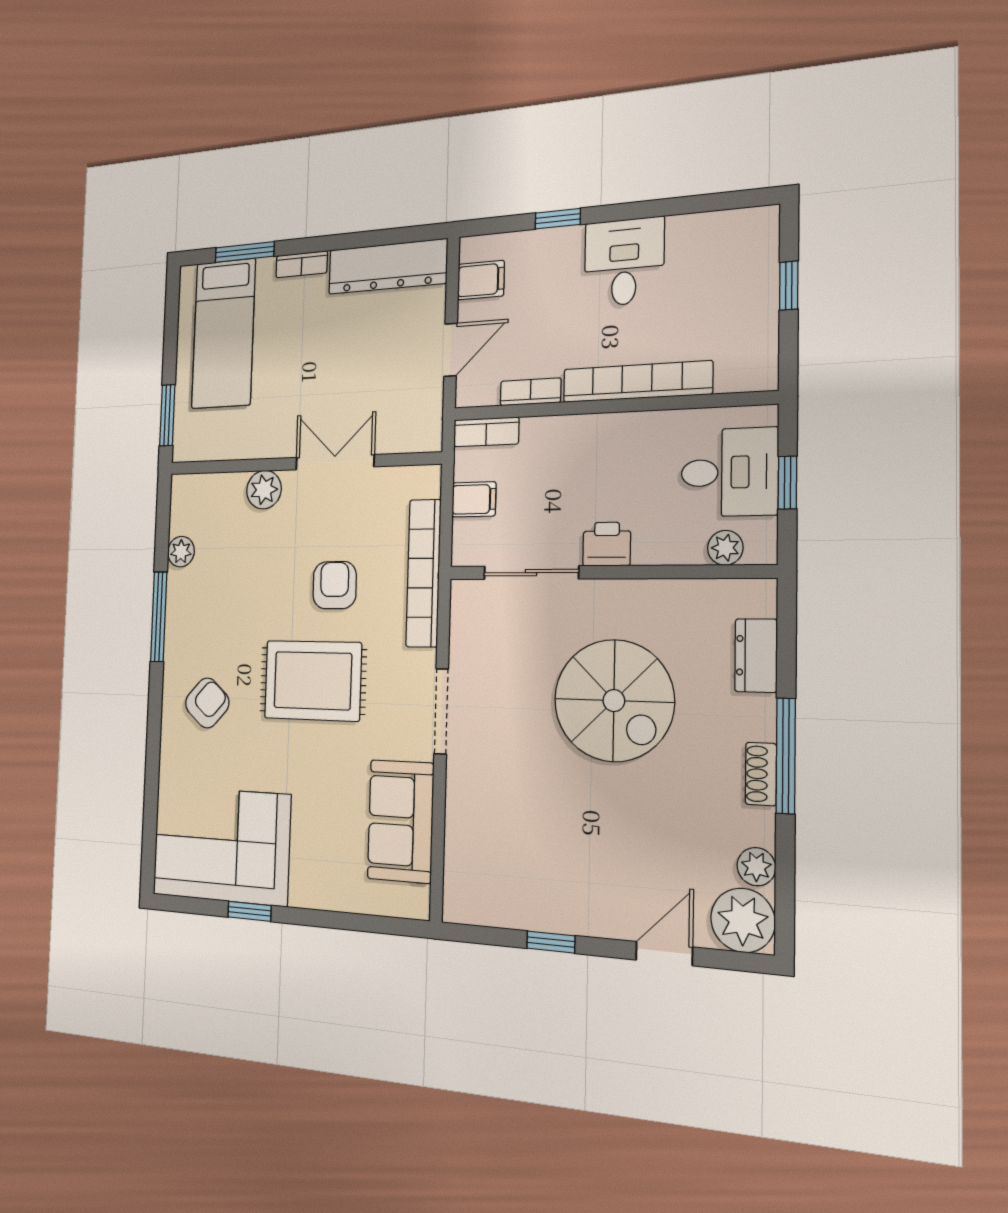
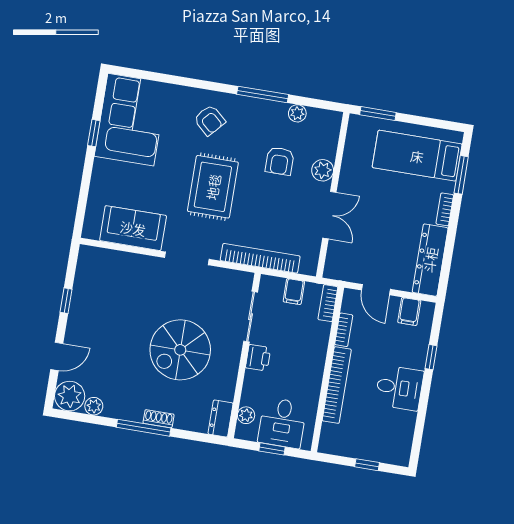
armchair: (335, 585) -> (280, 161), moved, turned 91
dresser: (756, 655) -> (221, 418), moved, turned -90
shoe rack: (761, 774) -> (159, 419), moved
door: (664, 954) -> (57, 356), hinge flipped

